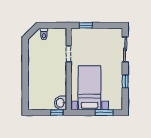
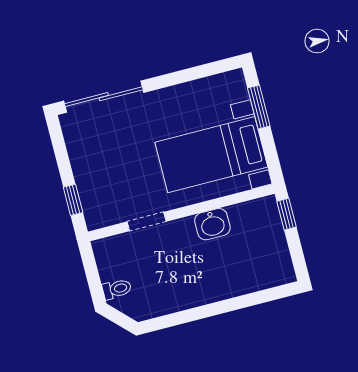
sliding door: (125, 49) -> (104, 97), width x1.37
window: (125, 81) -> (176, 78), removed
washbasin: (61, 103) -> (212, 224), moved

